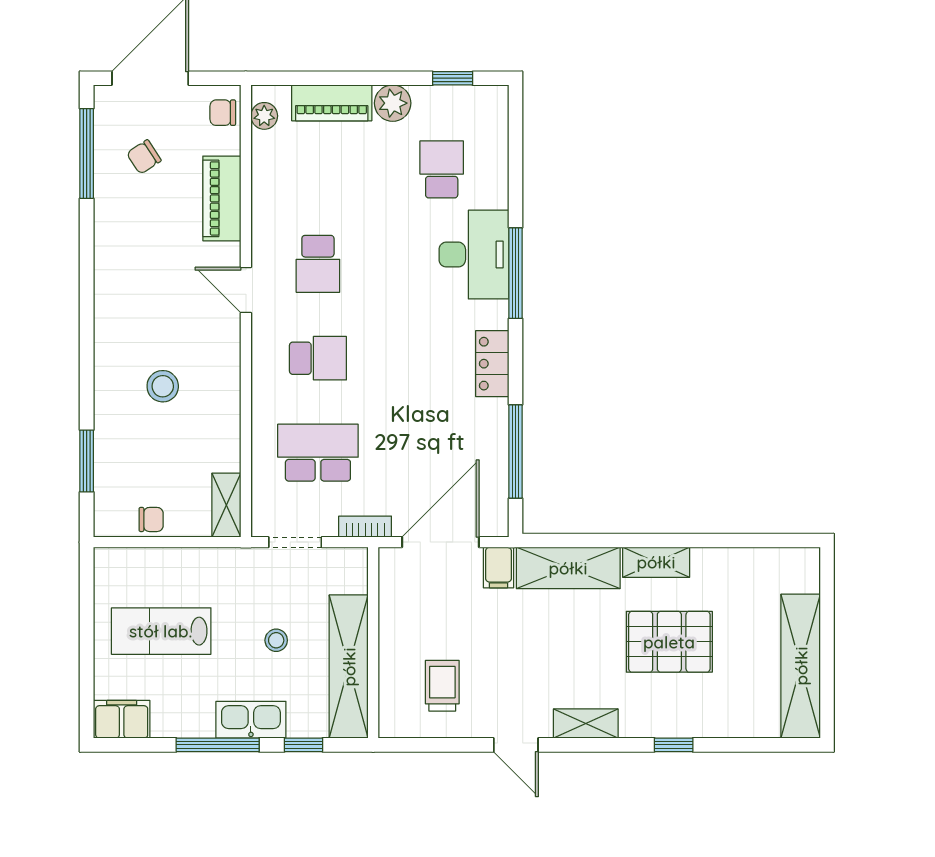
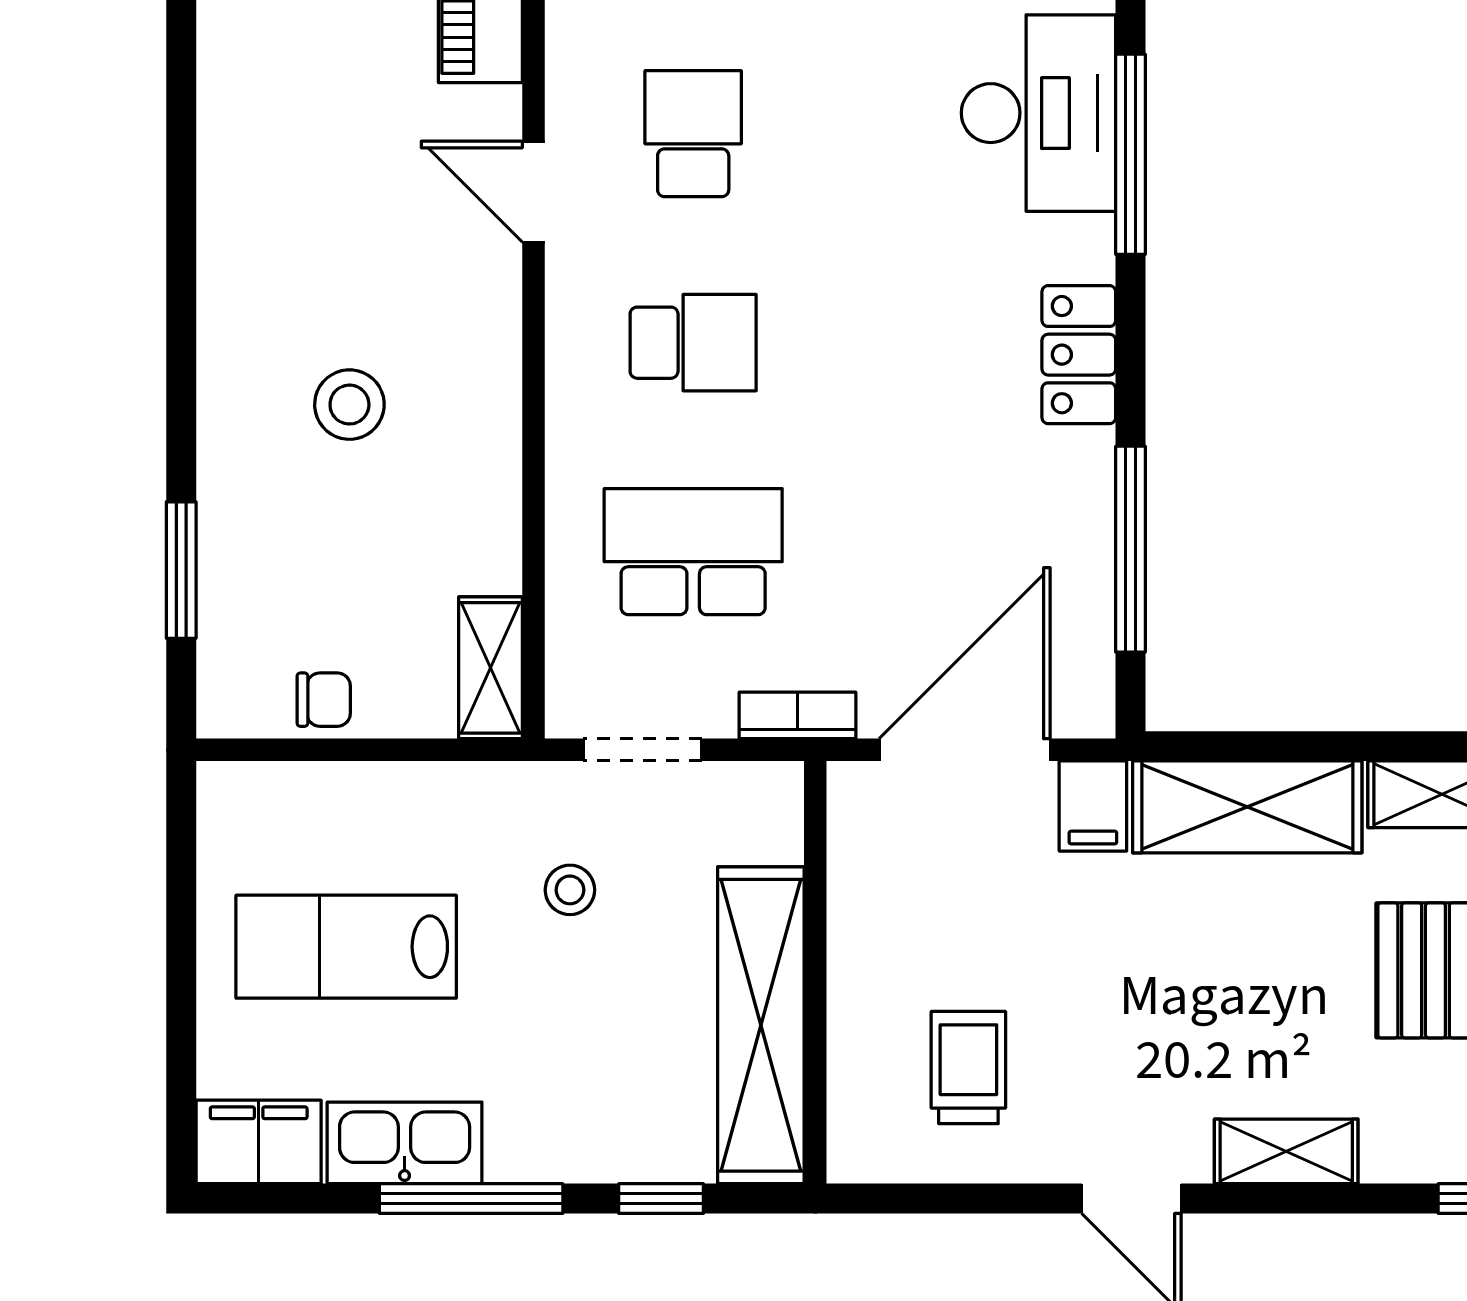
school desk: (318, 264) -> (693, 134), turned 180
stool: (276, 640) -> (570, 890), moved
kitchen sink: (251, 720) -> (405, 1143), moved

